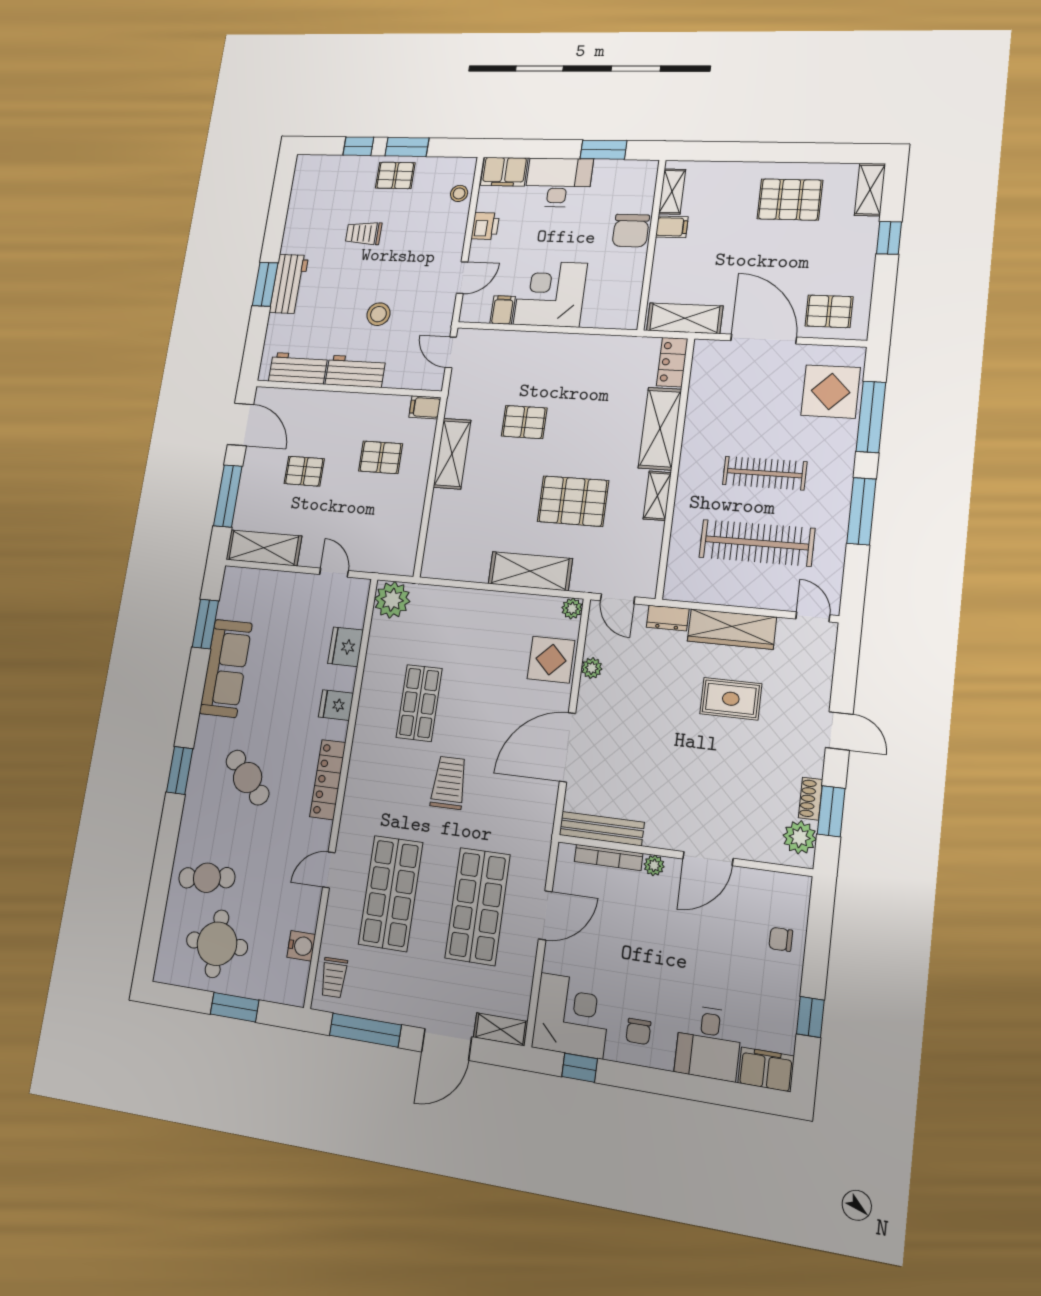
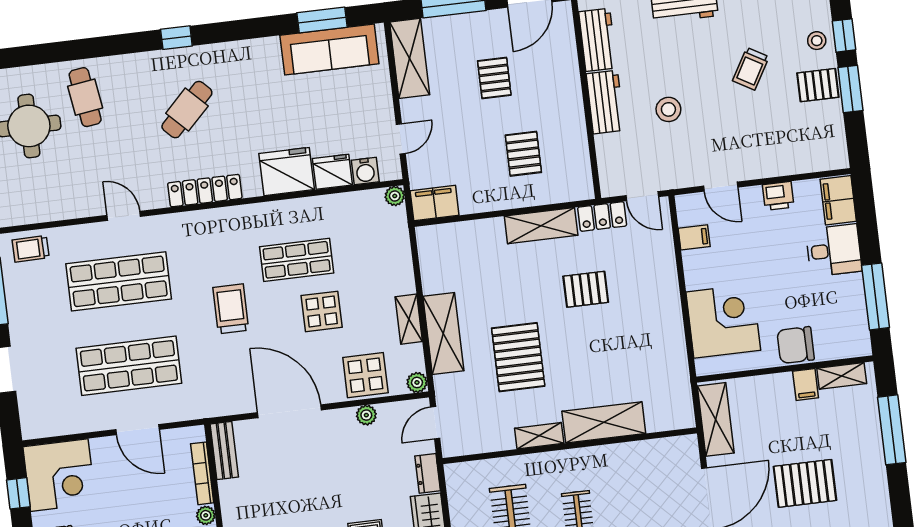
window: (603, 150) -> (876, 296), width x1.44
window: (737, 152) -> (892, 430), added
pallet: (395, 175) -> (818, 85), turned 90
desk: (558, 182) -> (834, 250), width x0.73
stool: (459, 193) -> (817, 41), moved
pallet: (790, 200) -> (805, 483), moved, turned 90
trolley: (364, 233) -> (751, 69), turned -150
corner desk: (550, 294) -> (723, 321), moved
door: (451, 352) -> (642, 196), swing flipped
locker: (672, 362) -> (602, 217), moved, turned 180
filing cabinet: (425, 407) -> (435, 203), moved, width x2.00
pallet: (524, 422) -> (586, 289), turned 90
plant: (392, 600) -> (395, 196), width x0.53, depth x0.53
sofa: (226, 668) -> (329, 50), moved
display table: (476, 690) -> (322, 311), added
fridge: (336, 705) -> (287, 172), width x1.88, depth x1.34
window: (180, 770) -> (176, 38), width x0.67
trolley: (449, 783) -> (231, 309), turned -90
bench: (601, 829) -> (224, 450), width x0.73
water cooler: (301, 946) -> (365, 171), moved
shelving: (501, 1029) -> (409, 319), moved

